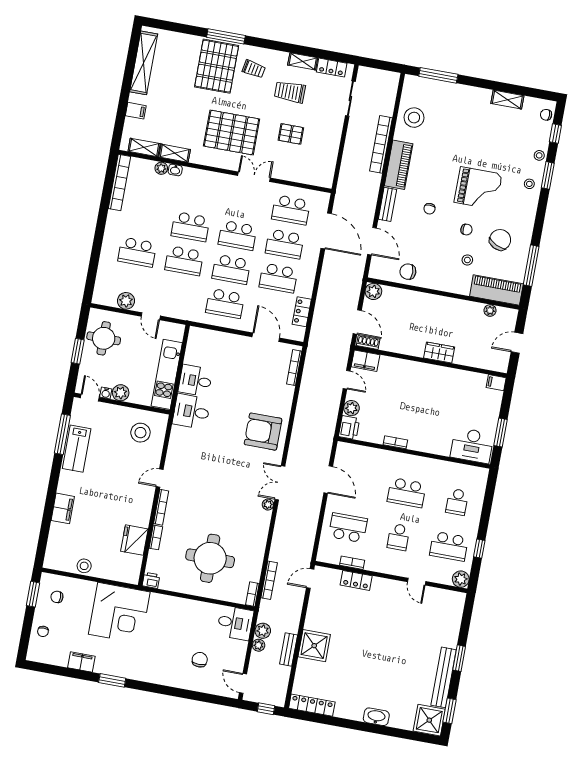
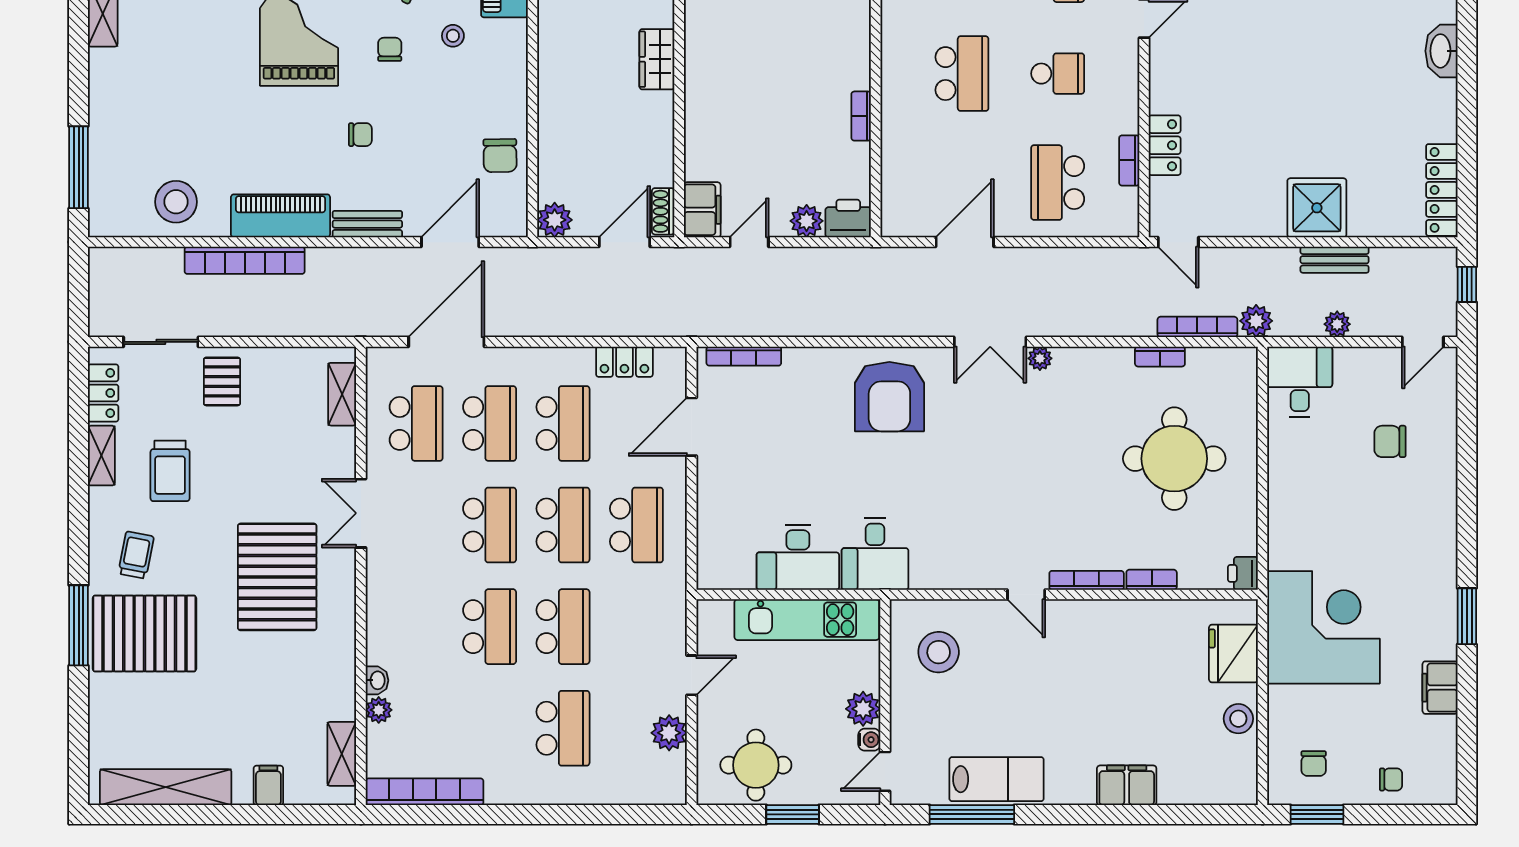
pallet: (291, 134) -> (222, 381), moved
shelving: (175, 153) -> (342, 394), moved
desk: (195, 381) -> (798, 557), width x1.37
fridge: (134, 540) -> (1233, 654), moved, turned 90
bookcase: (252, 594) -> (1160, 357), moved
plant: (263, 631) -> (1256, 321), moved

